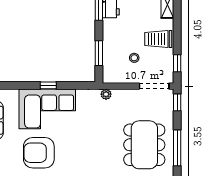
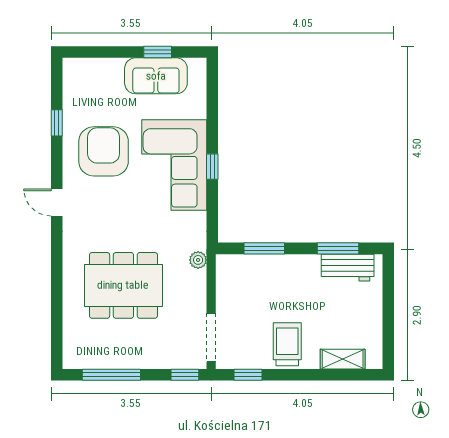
stool: (134, 58) -> (257, 305), removed
dining table: (144, 145) -> (123, 285), moved

